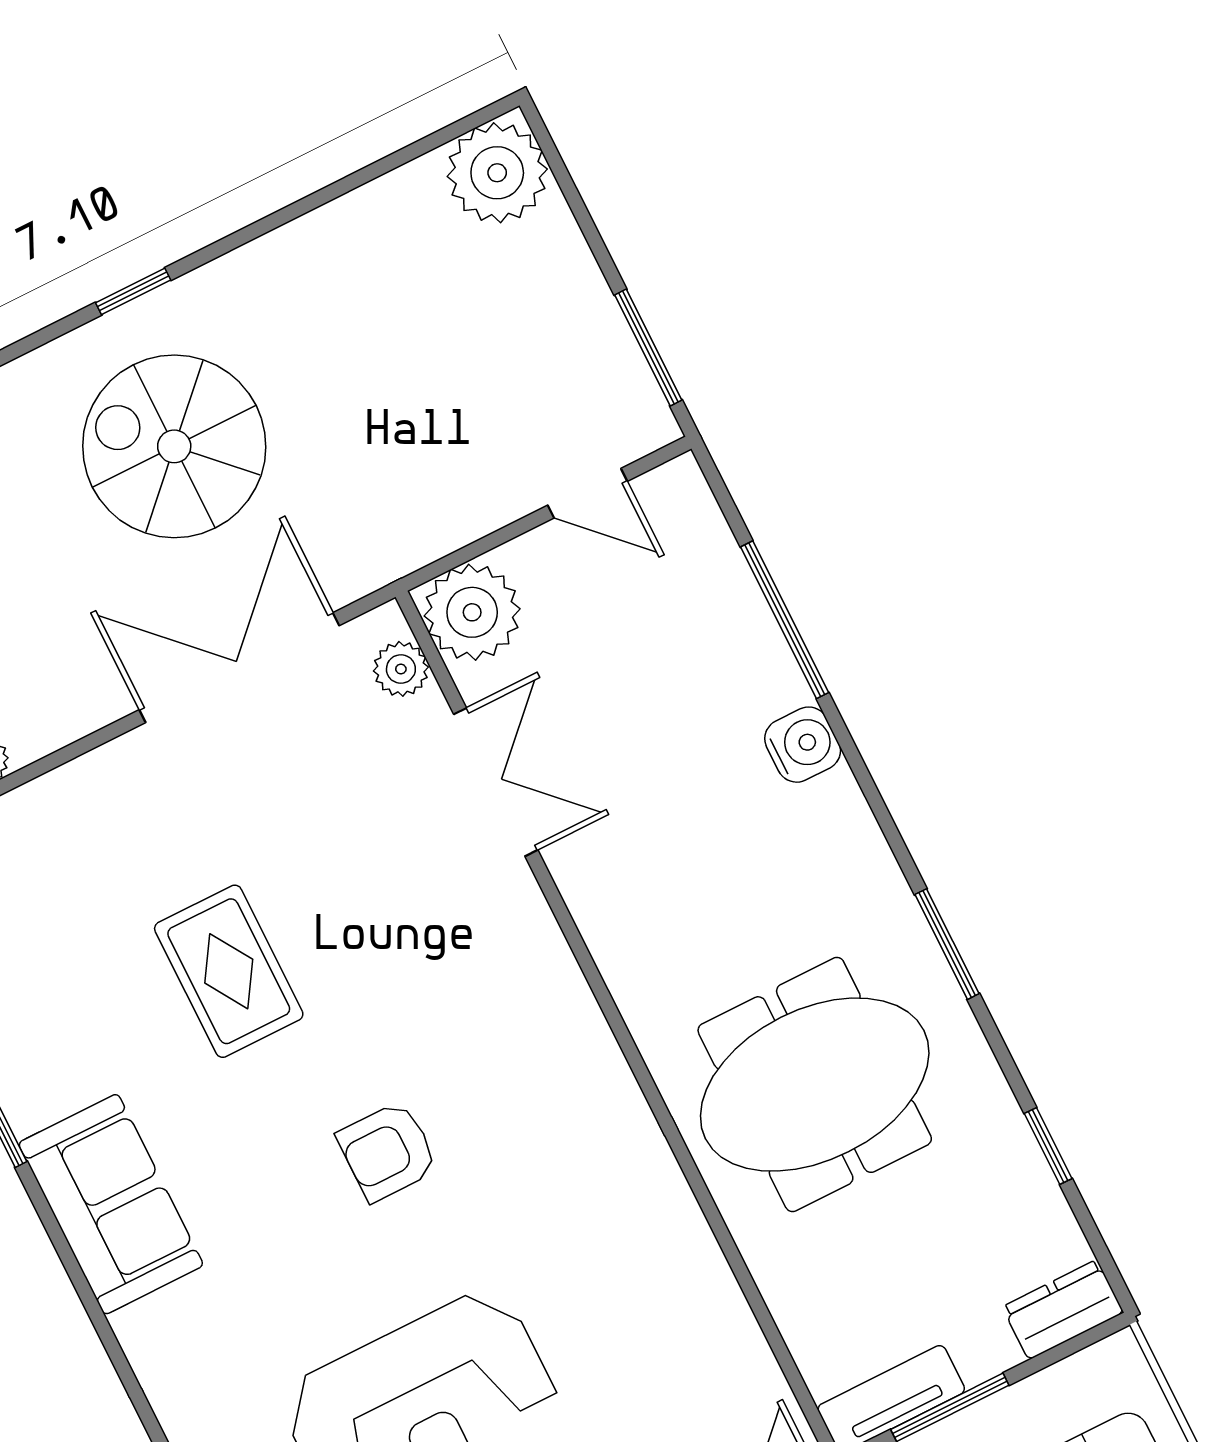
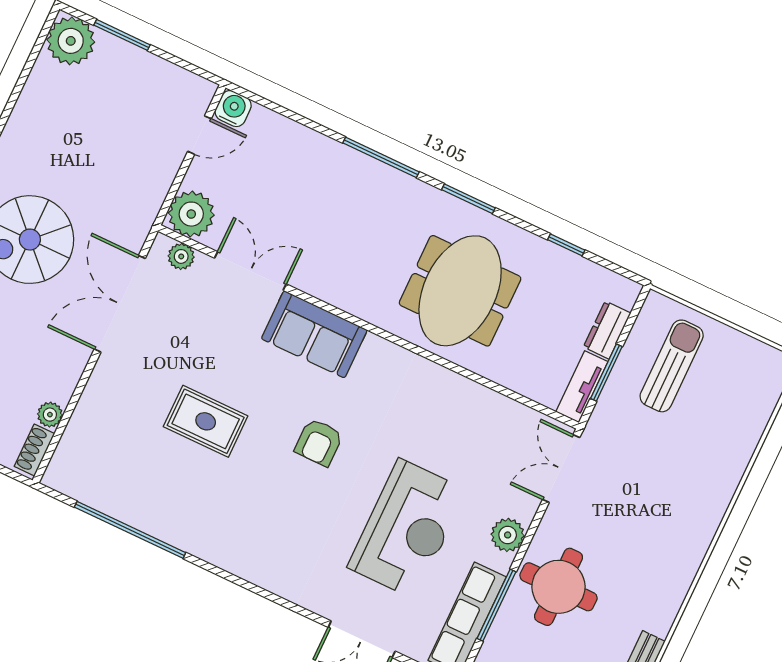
window: (648, 347) -> (122, 35), moved
window: (785, 620) -> (381, 157), moved
water cooler: (803, 745) -> (233, 109), moved
sofa: (111, 1204) -> (314, 334), moved, turned 180
dresser: (1063, 1310) -> (607, 330), moved

